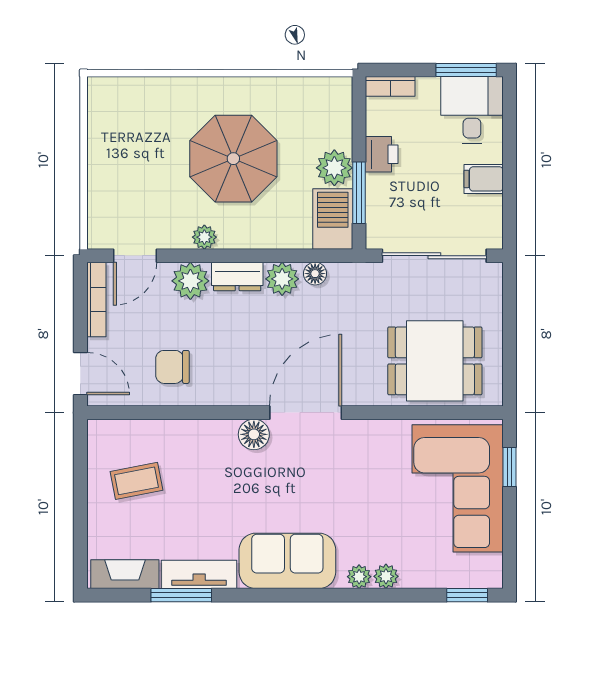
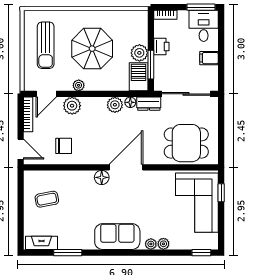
sun lounger: (134, 152) -> (46, 45), added
dresser: (237, 277) -> (149, 104), moved
chair: (173, 367) -> (64, 146), turned 180
tv unit: (199, 574) -> (76, 243), removed

